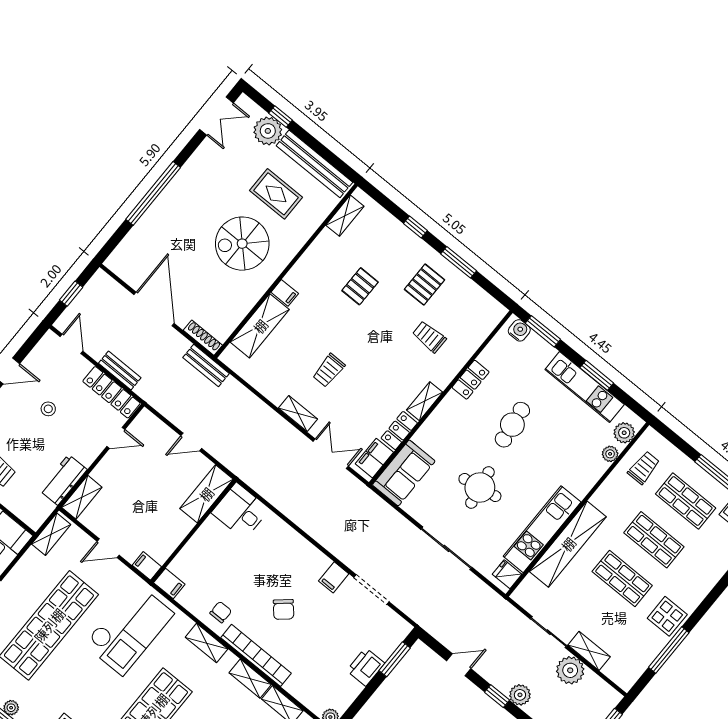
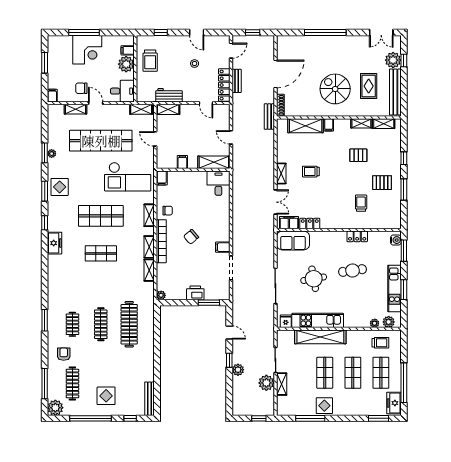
shelving: (425, 401) -> (361, 123), moved
filing cabinet: (147, 566) -> (182, 162), moved

